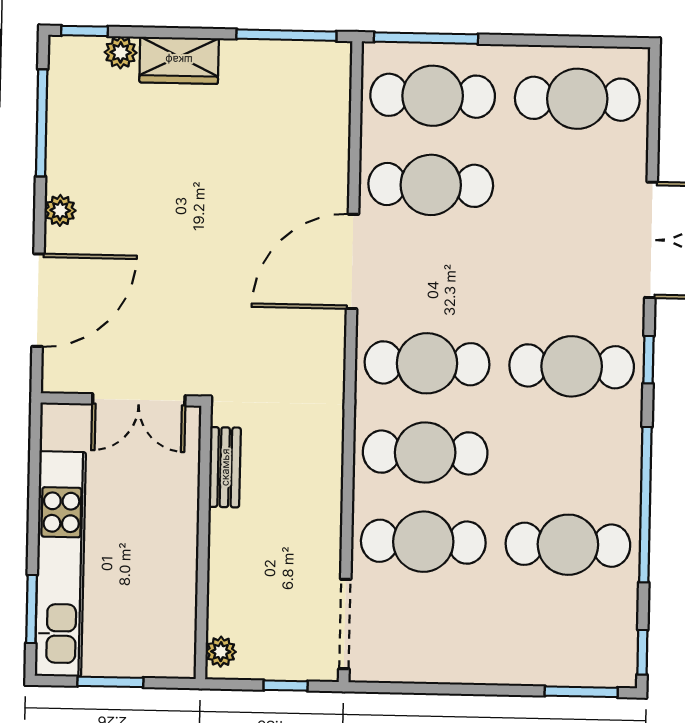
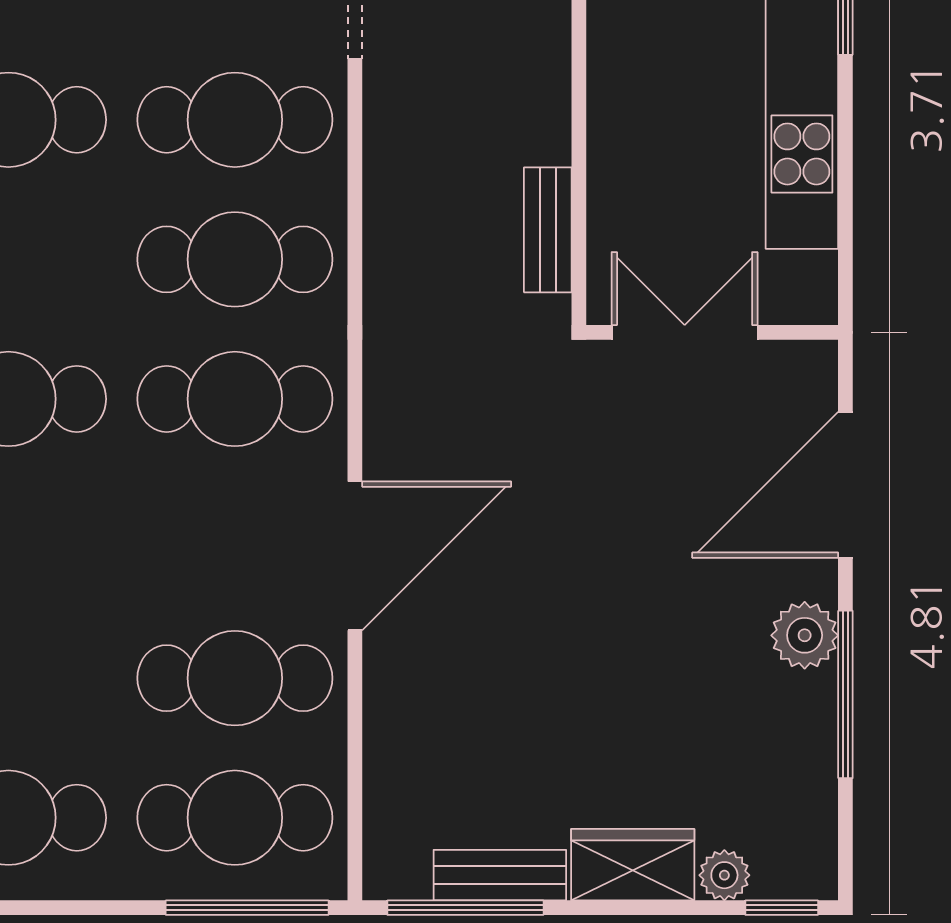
bench: (264, 55) -> (500, 875), added
window: (42, 123) -> (845, 694), moved
plant: (60, 210) -> (805, 635), width x1.38, depth x1.38

